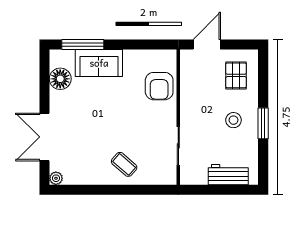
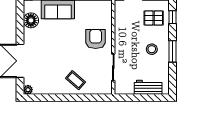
window: (263, 74) -> (172, 17), added
pallet: (236, 75) -> (154, 18), turned 90
armchair: (159, 86) -> (96, 39), moved, turned 180

